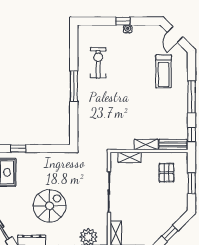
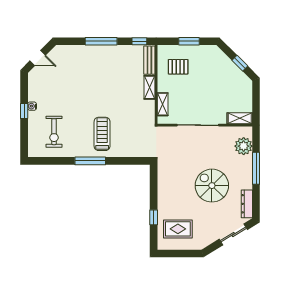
exercise bike: (98, 63) -> (54, 132), moved, turned -90
treadmill: (164, 71) -> (102, 134), moved, turned -90

